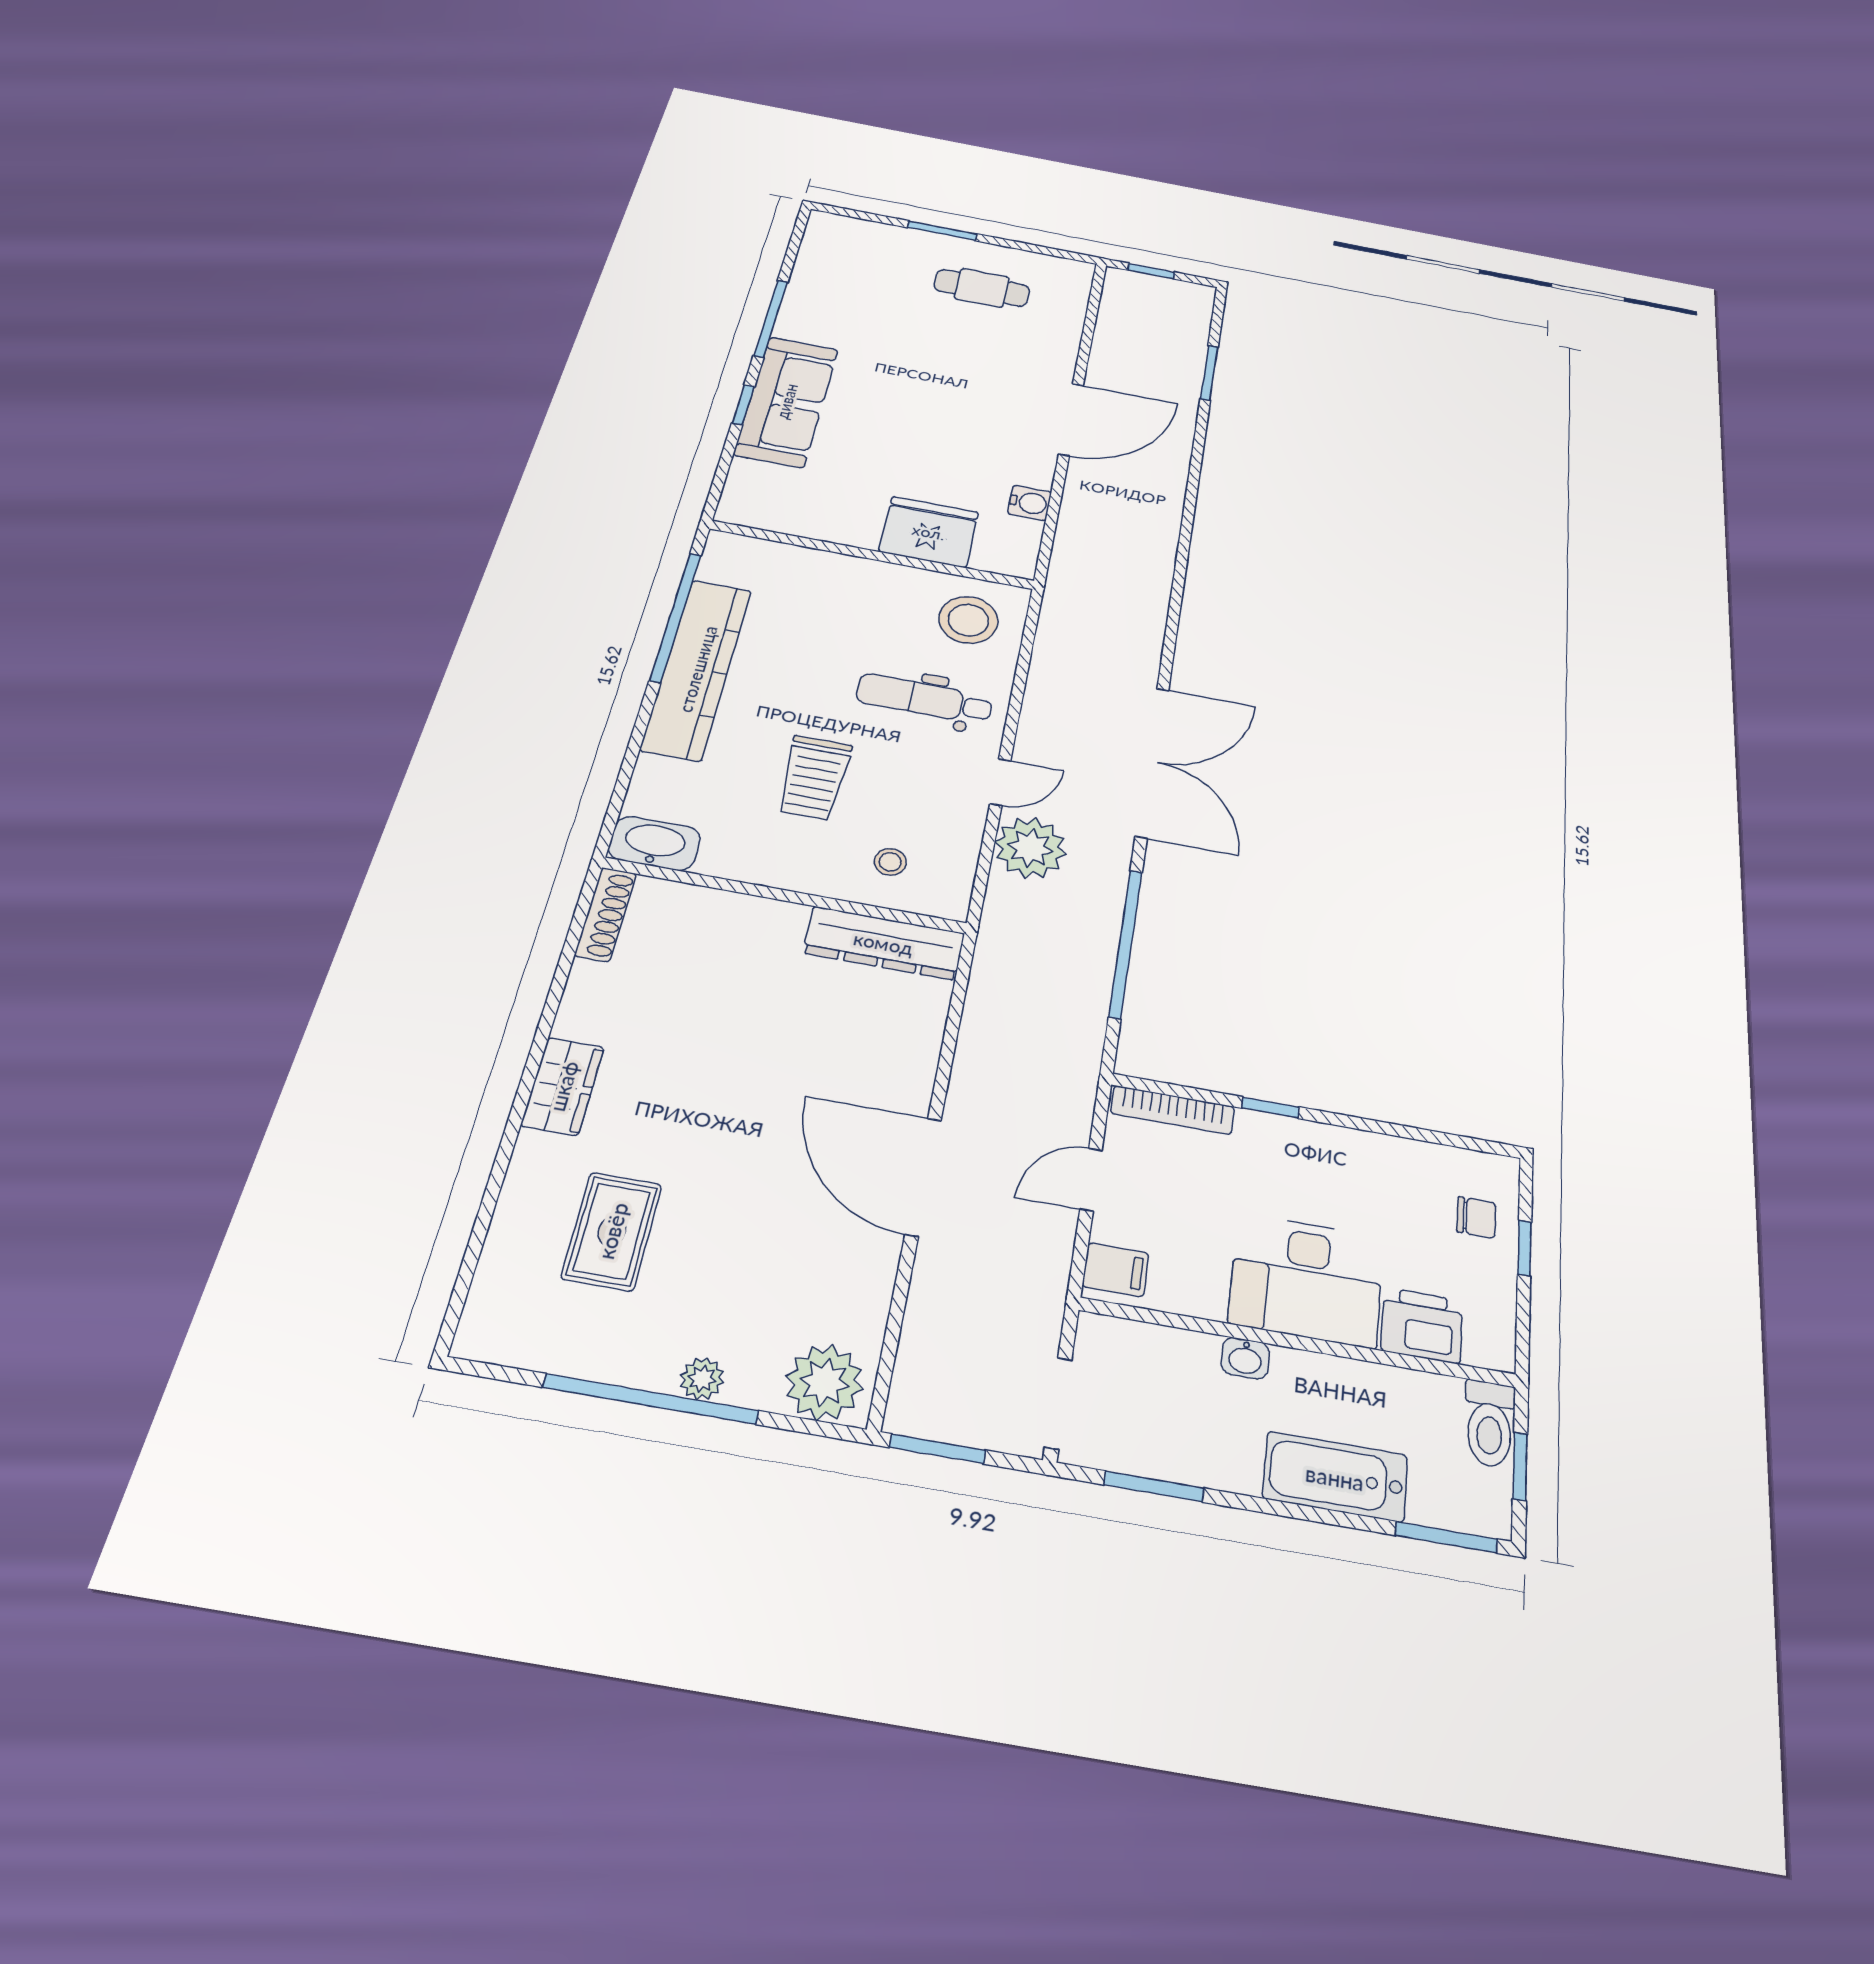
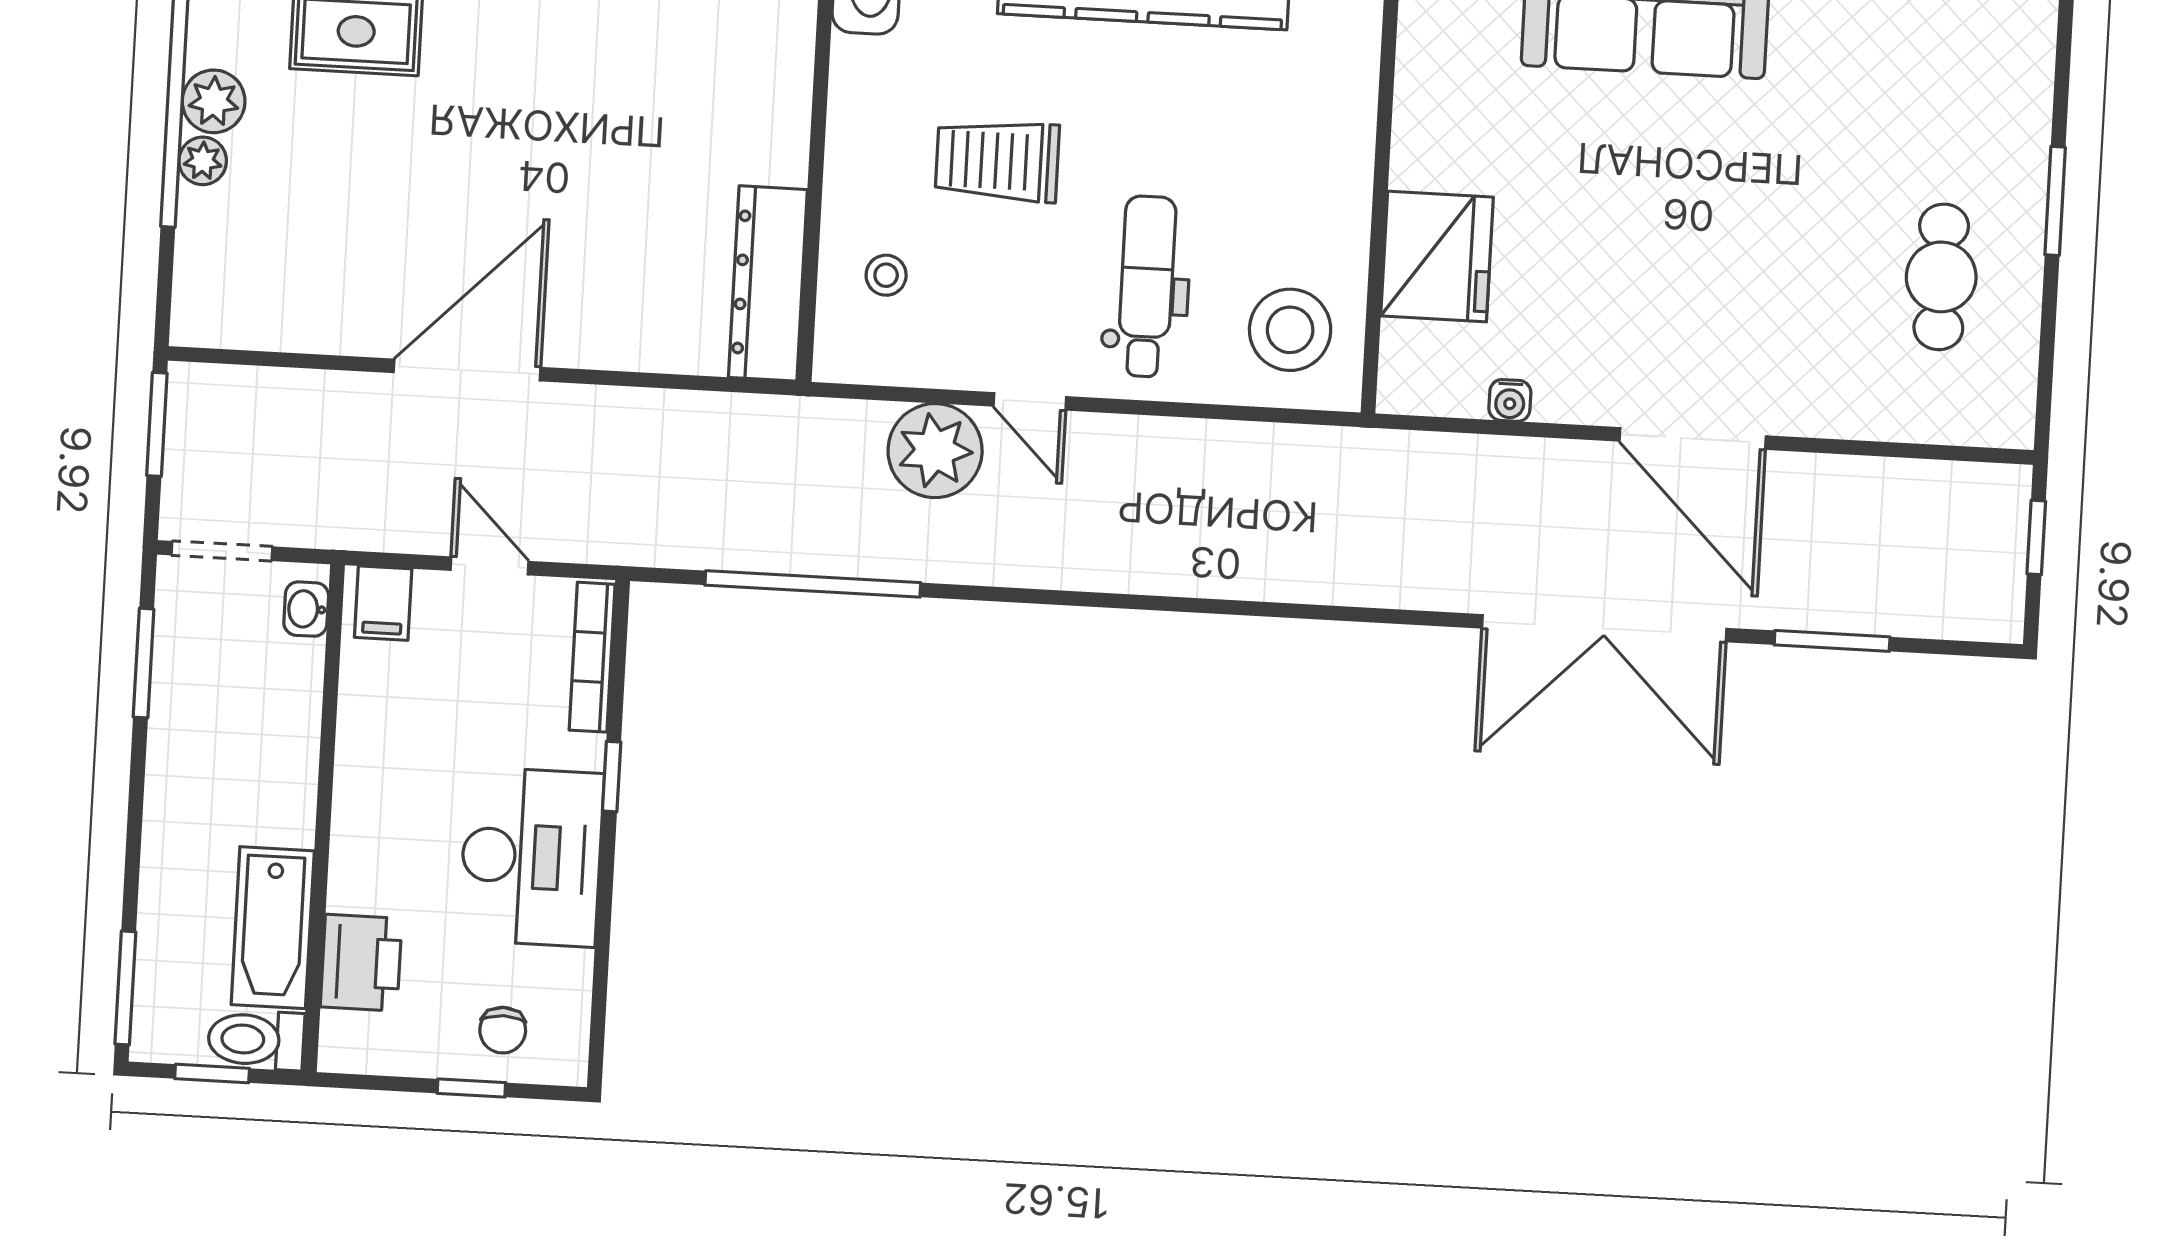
water cooler: (1030, 503) -> (1510, 400), width x0.72, depth x0.72
double door: (1152, 762) -> (1604, 628), moved
desk: (1306, 1280) -> (531, 857), moved, turned 180
washbasin: (1245, 1358) -> (306, 609), moved
plant: (824, 1382) -> (214, 101), moved, width x0.73, depth x0.73
bathtub: (1335, 1477) -> (273, 928), moved, turned 180

